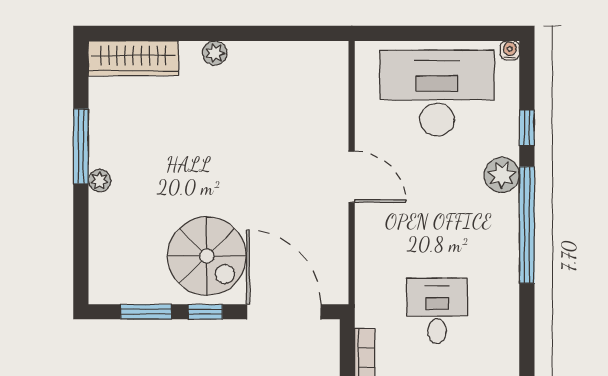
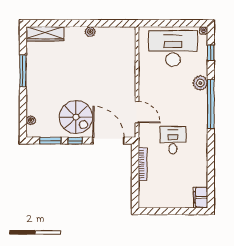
plant: (215, 53) -> (90, 32), moved
window: (527, 128) -> (211, 53), moved
door: (352, 177) -> (137, 112), moved
plant: (100, 181) -> (31, 120), moved

